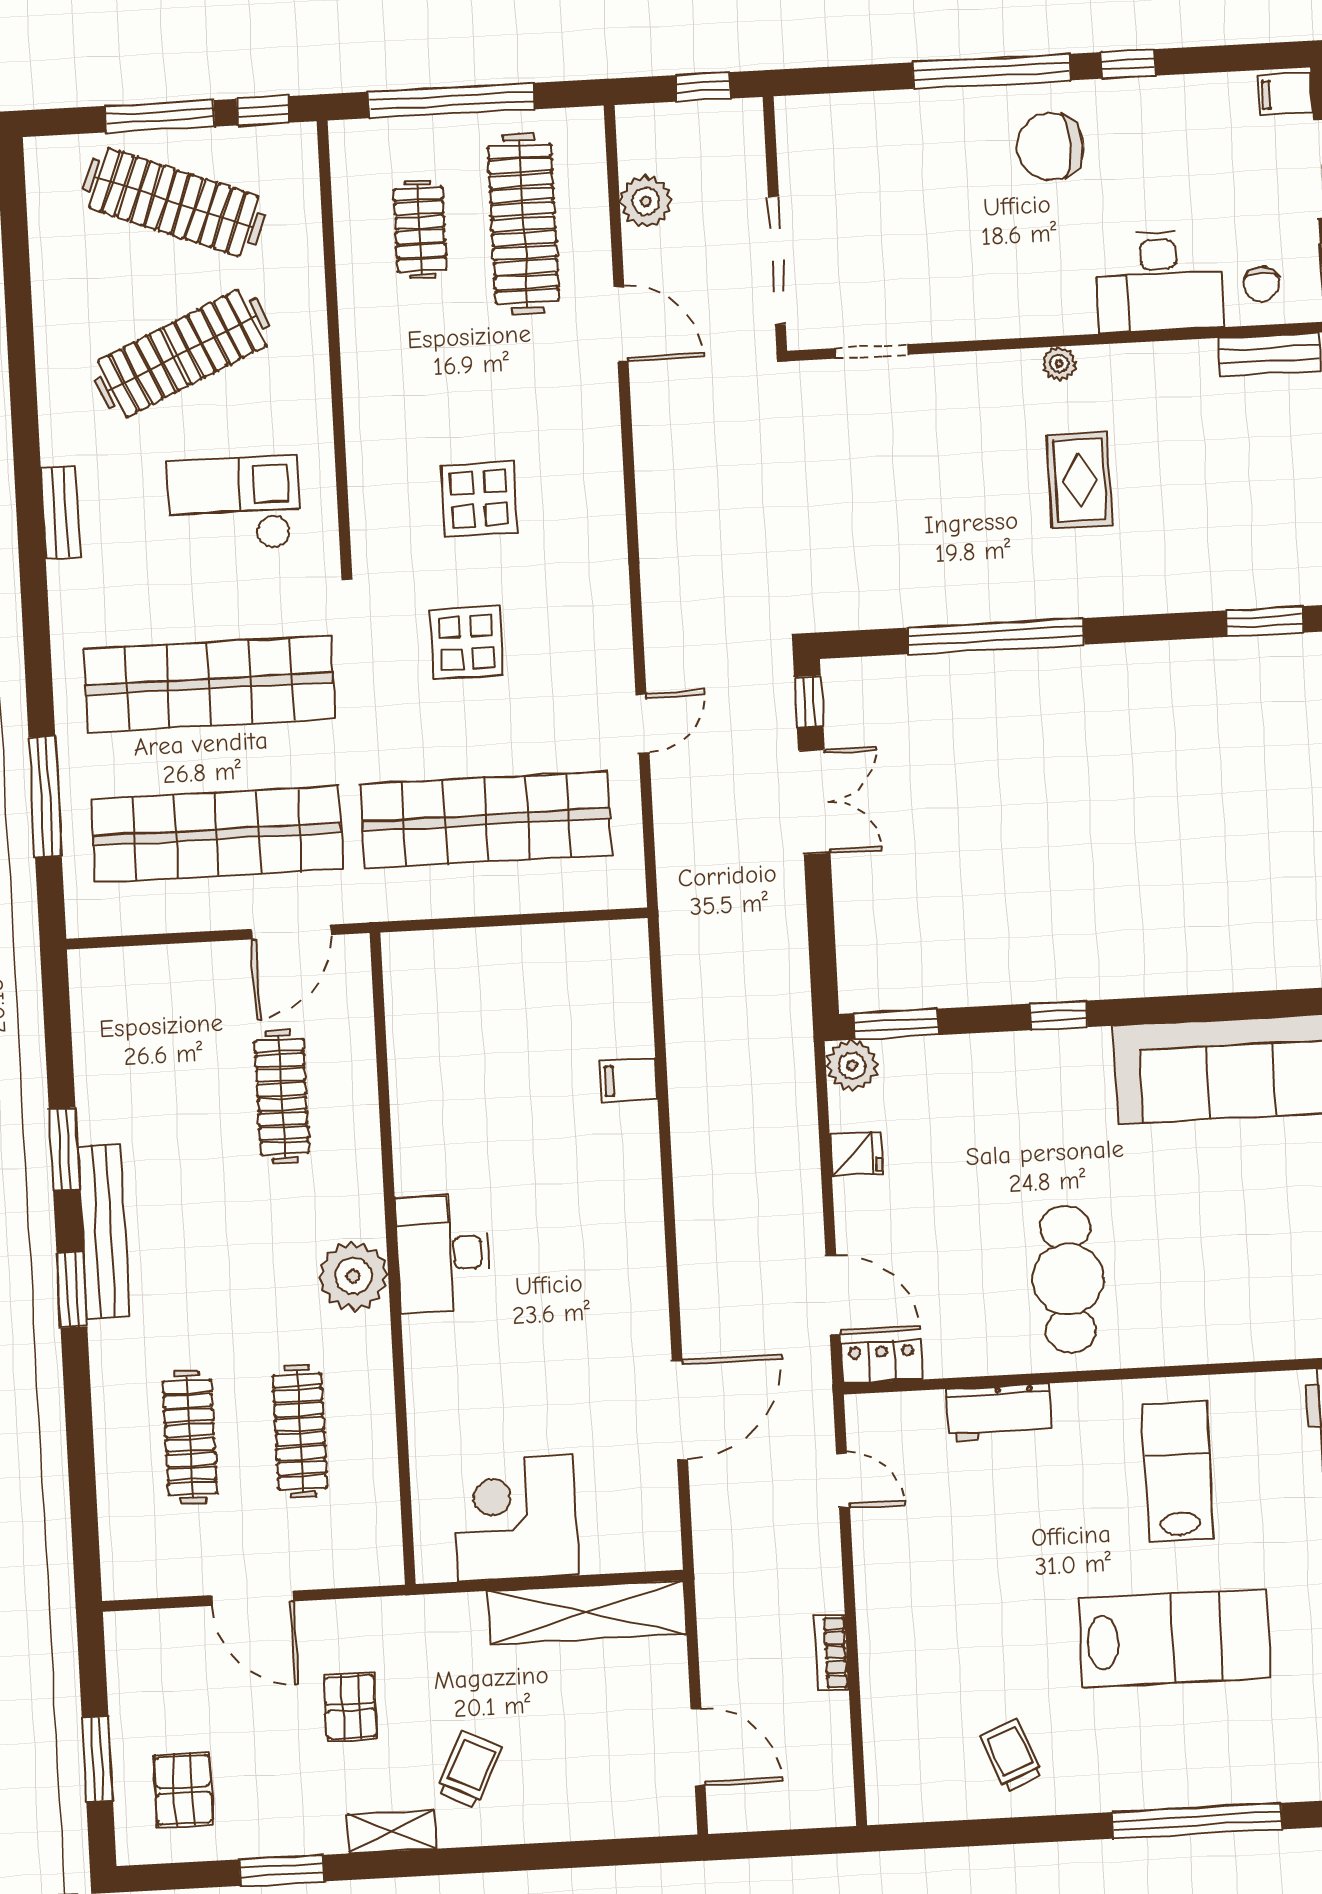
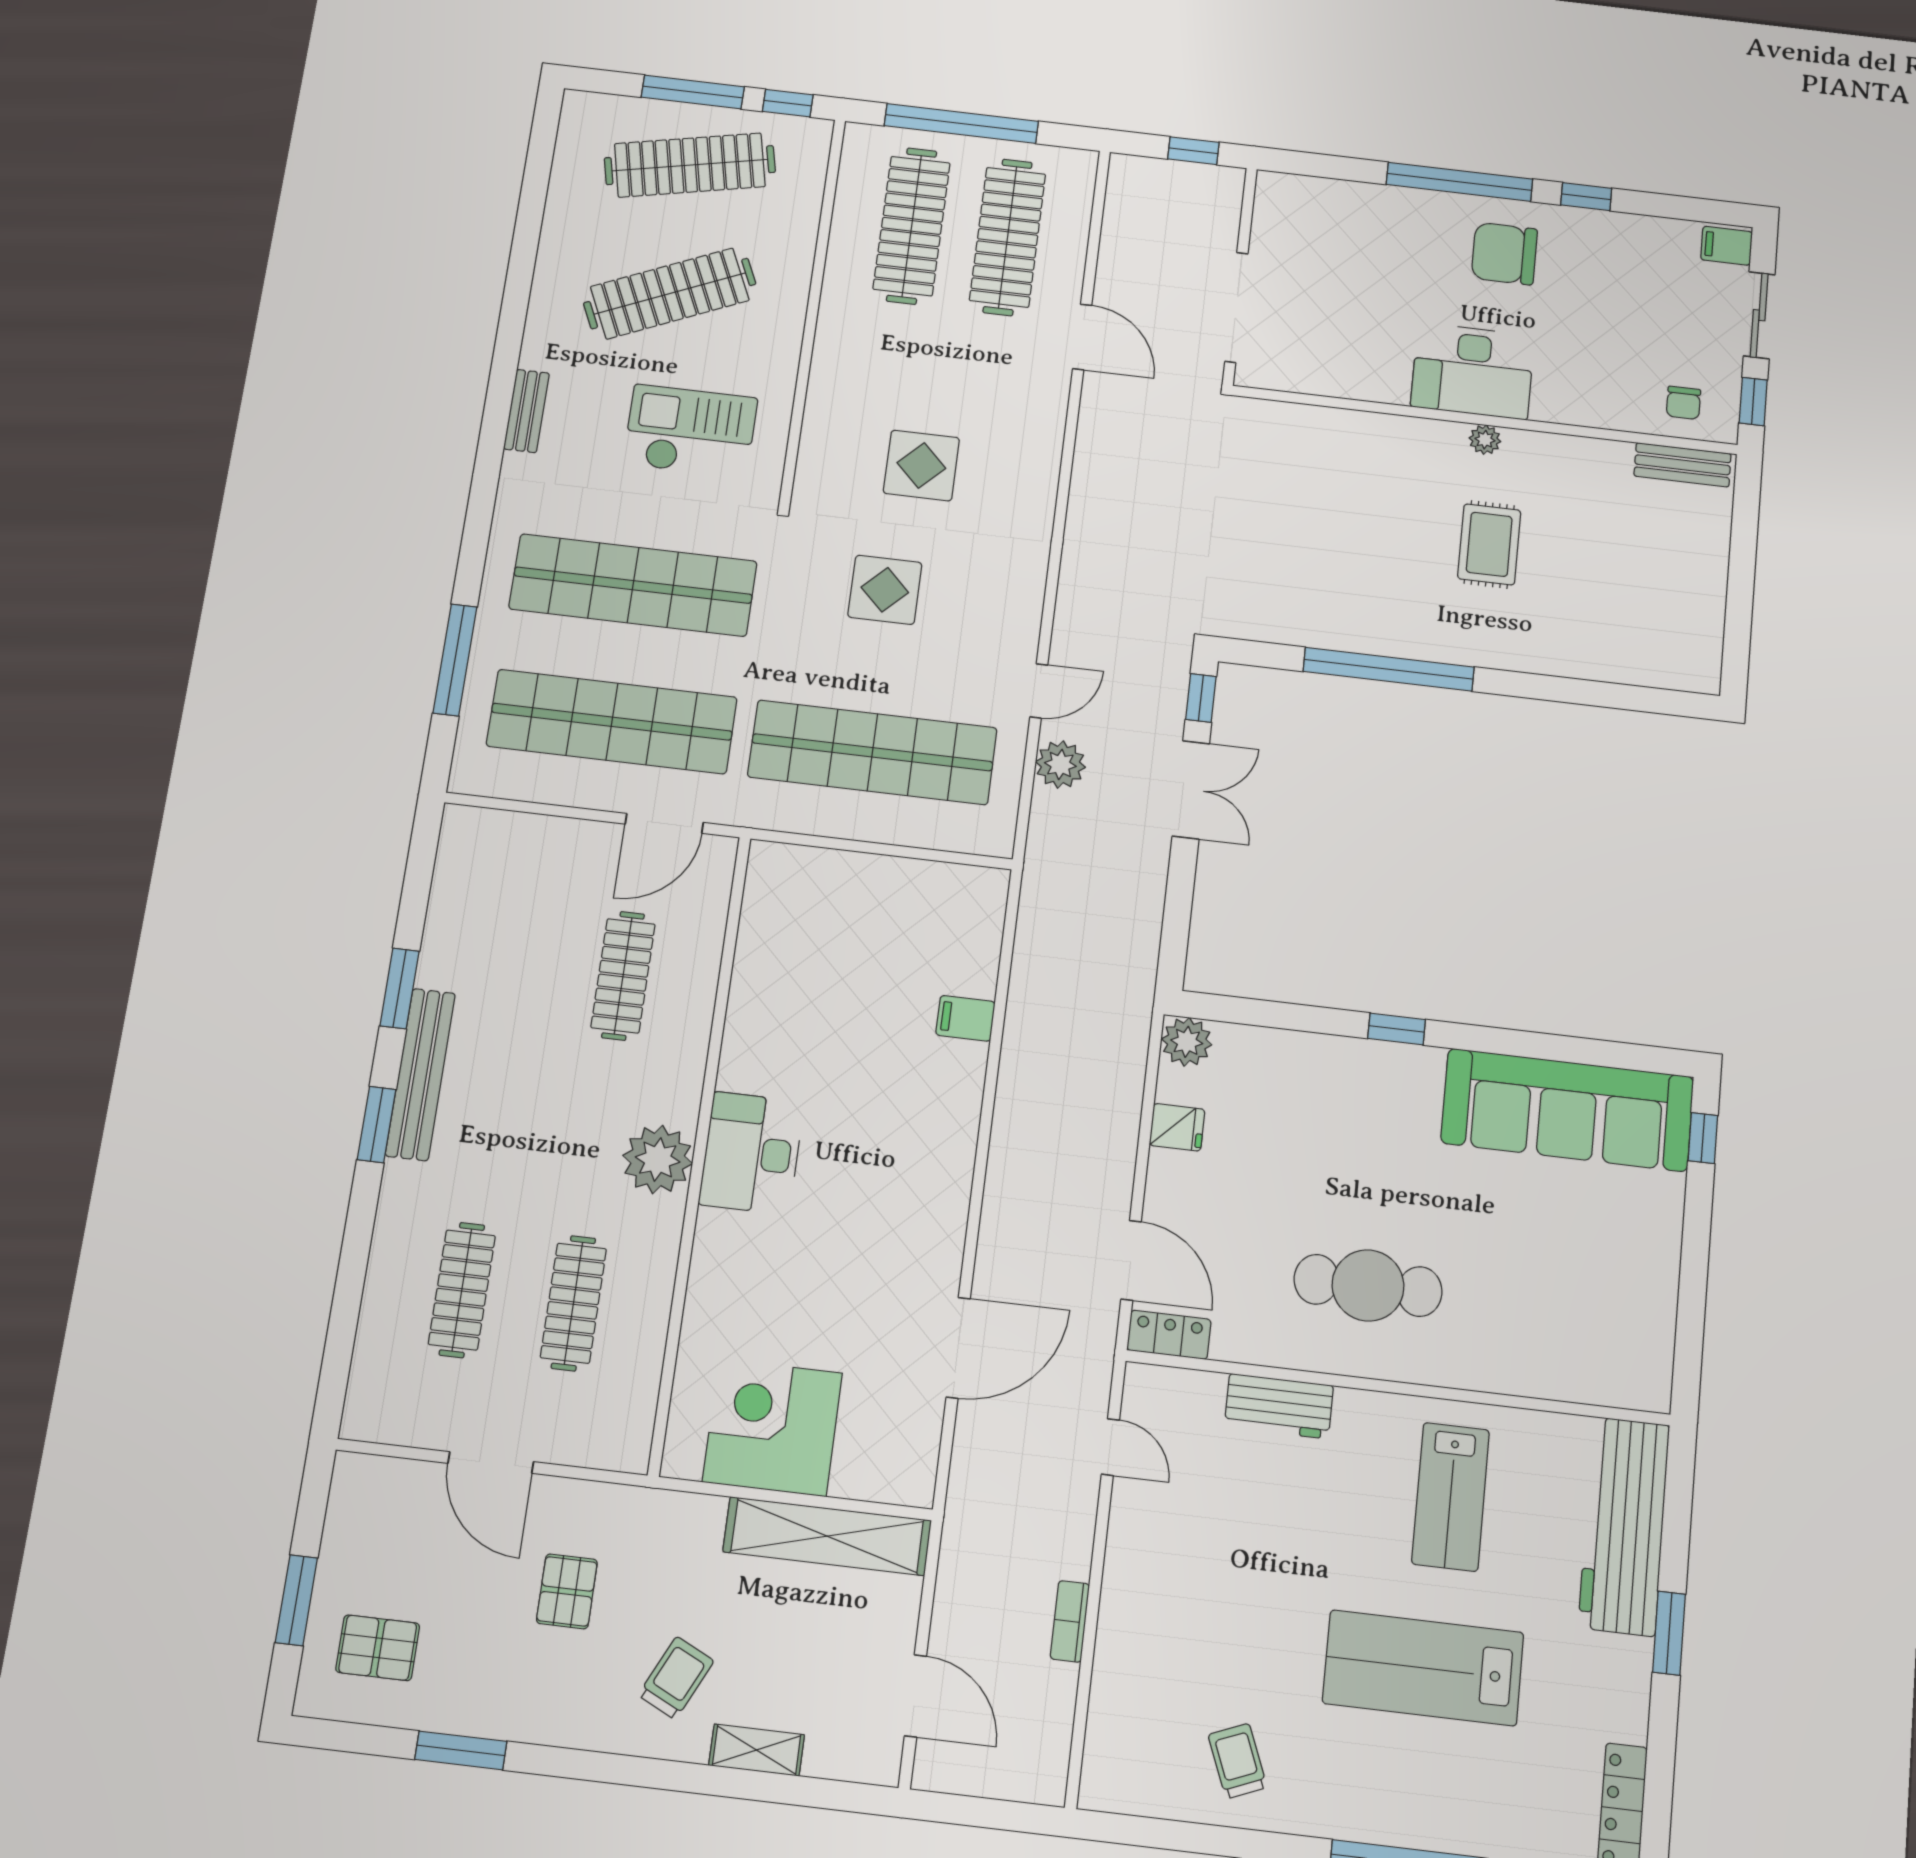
plant: (646, 201) -> (1060, 764), moved
clothes rail: (174, 202) -> (690, 165), turned -33
clothes rail: (420, 229) -> (912, 226), width x1.86, depth x1.31
desk: (1159, 281) -> (1472, 371), moved
doorway: (872, 351) -> (1311, 400), removed
window: (1265, 622) -> (1647, 700), removed
window: (896, 1024) -> (1236, 1010), removed
cafe table: (1068, 1279) -> (1368, 1285), turned 90
lab bench: (1178, 1471) -> (1451, 1497), turned 180
lab bench: (1174, 1638) -> (1423, 1668), turned 180
pallet: (183, 1790) -> (378, 1648), turned 90
shelving: (391, 1832) -> (757, 1750), moved

